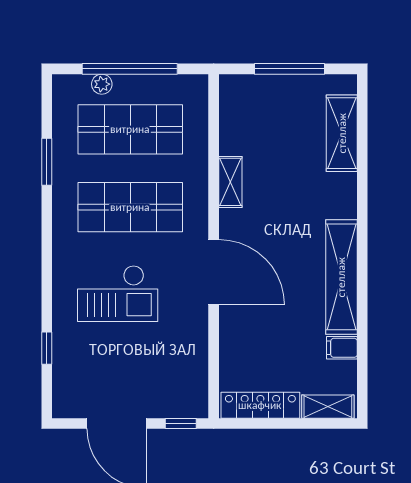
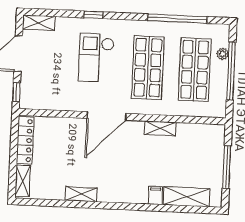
window: (47, 162) -> (177, 19), width x2.11
shelving: (341, 277) -> (81, 194), width x0.45, depth x0.75
window: (47, 348) -> (93, 15), moved
filing cabinet: (342, 348) -> (155, 195), moved
shelving: (64, 392) -> (39, 23), added

